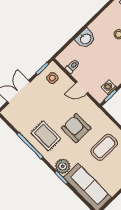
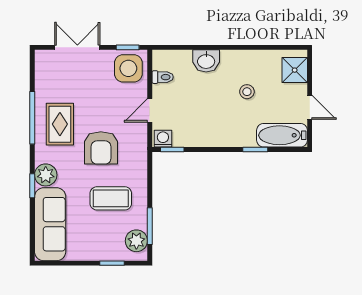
side table: (52, 78) -> (128, 68), width x1.87, depth x1.87
washing machine: (109, 87) -> (163, 139), moved
door: (82, 88) -> (150, 110), hinge flipped
armchair: (76, 128) -> (101, 148), turned 180

